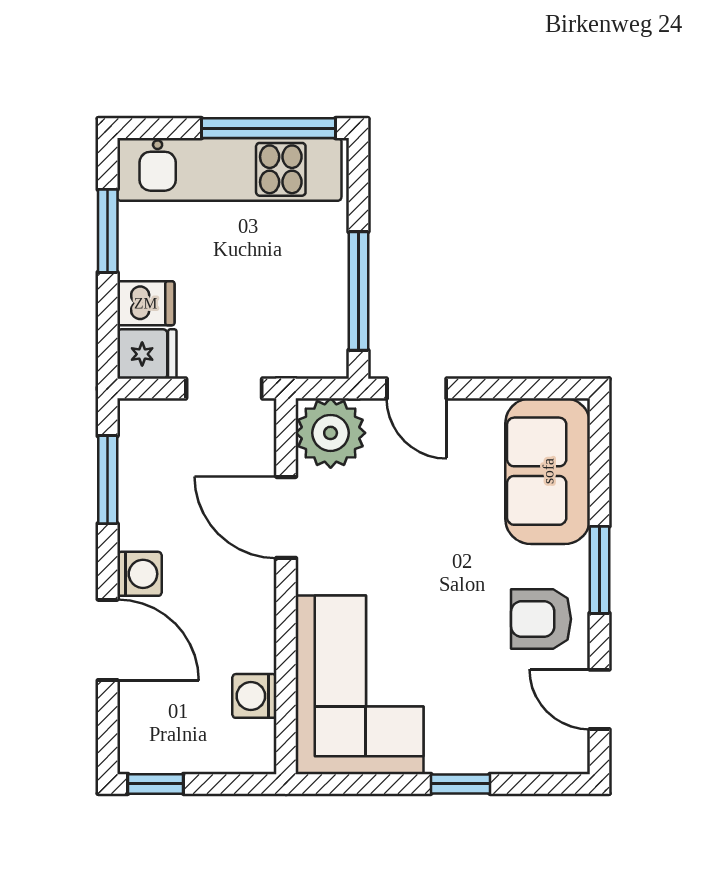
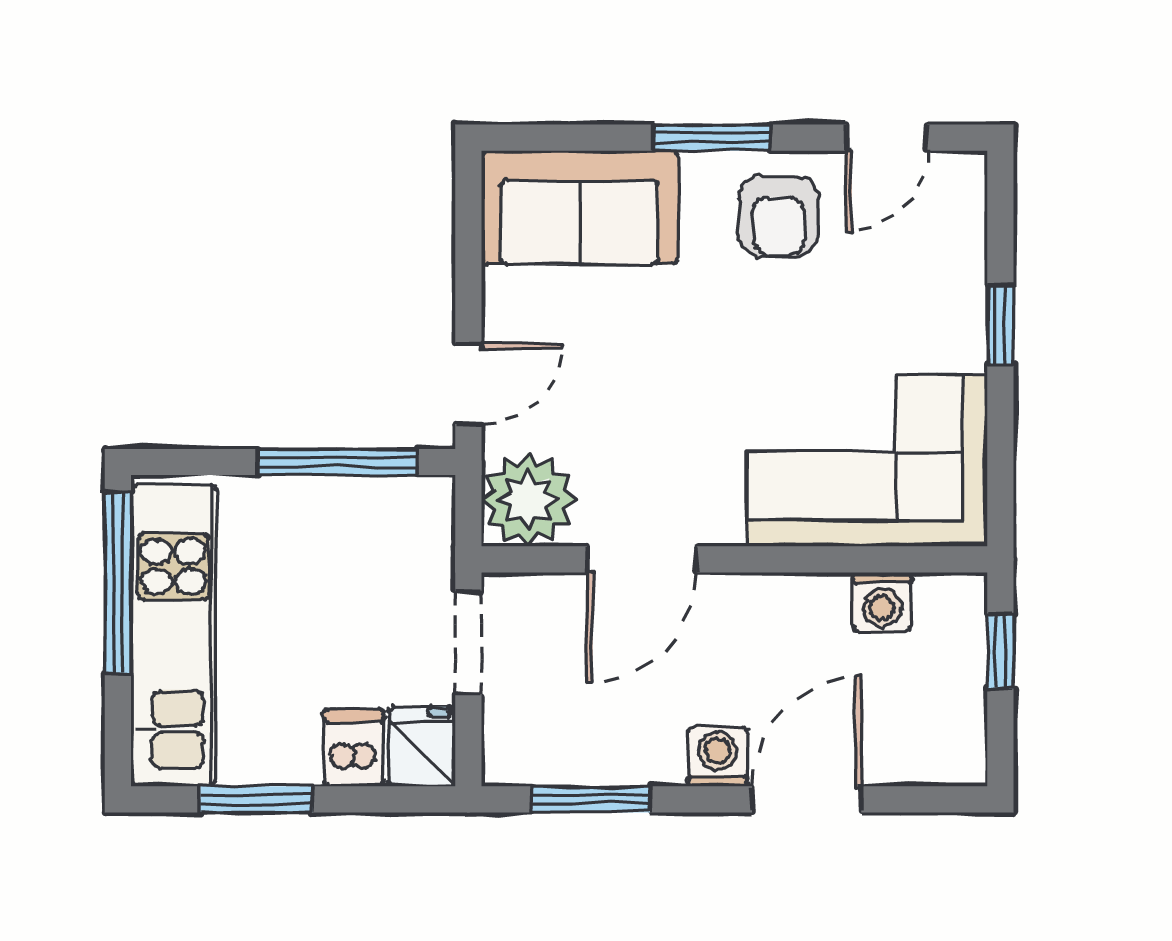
window: (156, 784) -> (1000, 651), moved

